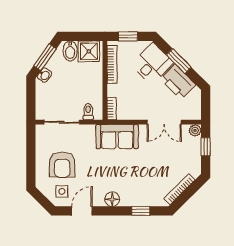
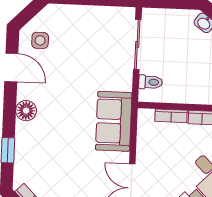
bookcase: (112, 109) -> (171, 116), moved
armchair: (62, 165) -> (78, 42), removed

